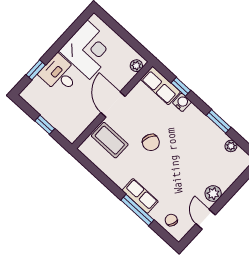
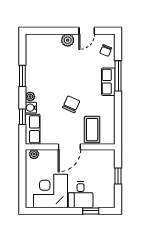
plant: (231, 146) -> (30, 96), moved

